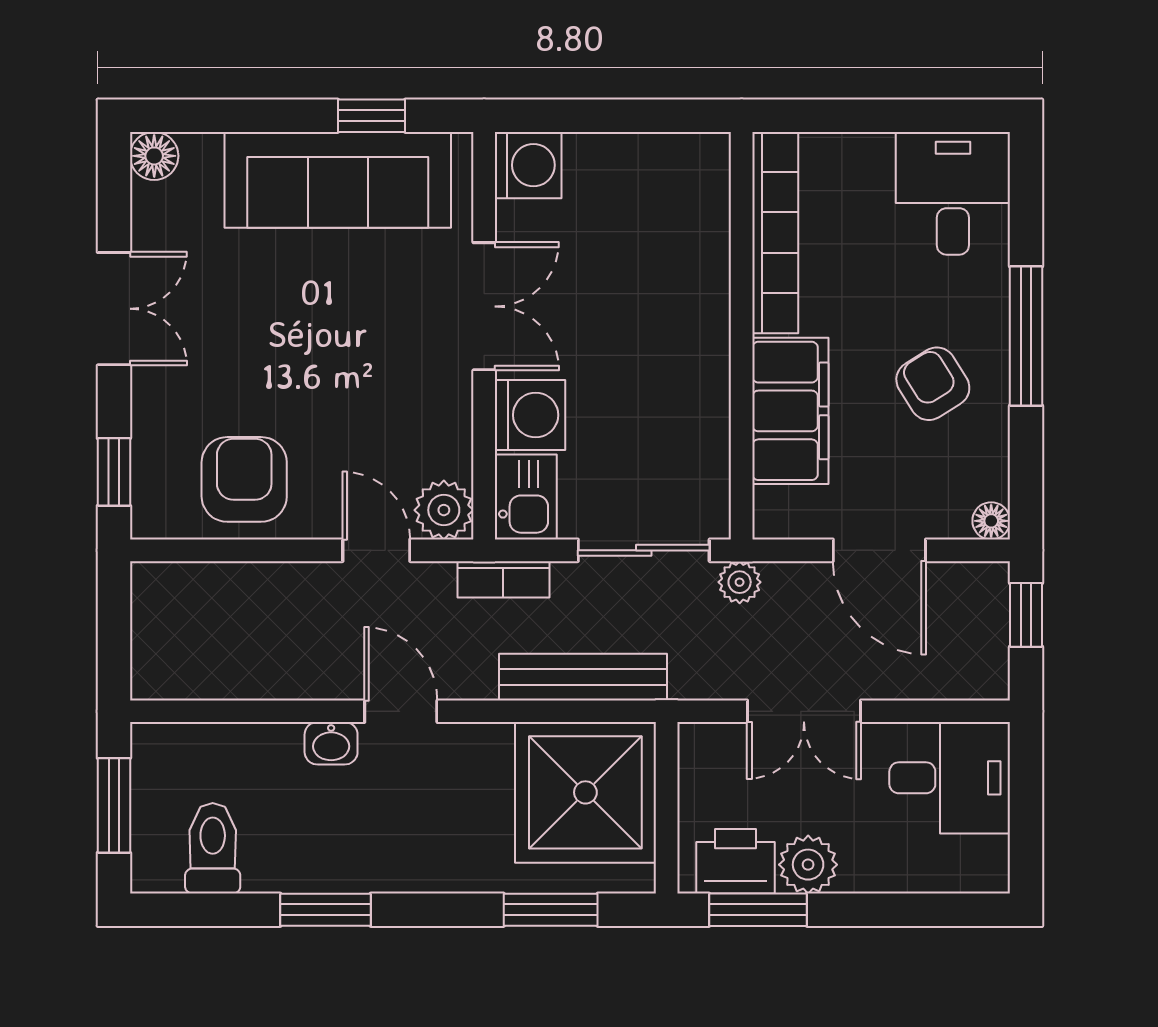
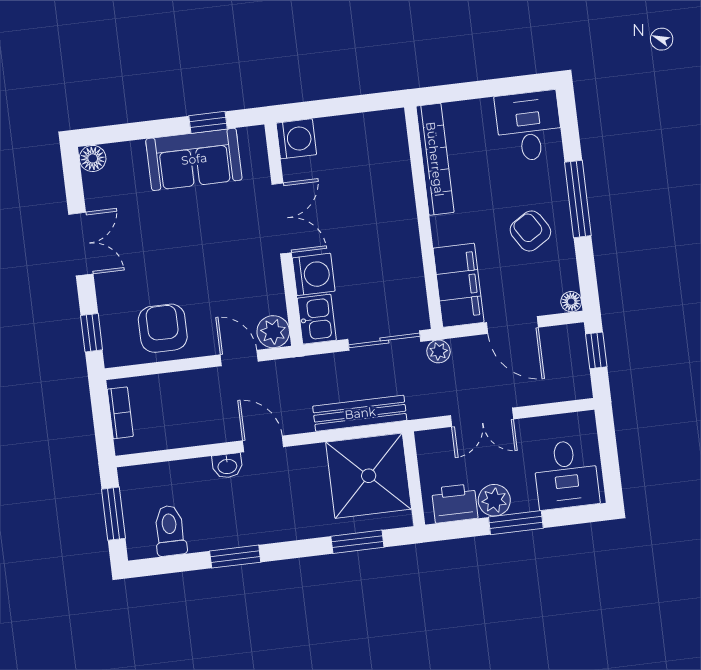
sofa: (338, 180) -> (194, 159), width x0.73
filing cabinet: (790, 411) -> (458, 285), moved
bookcase: (503, 579) -> (120, 413), moved, turned -90
desk: (950, 778) -> (566, 474), moved, turned 90
window: (758, 910) -> (516, 523), moved

